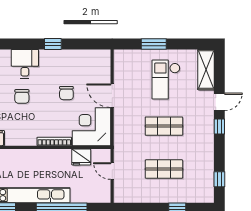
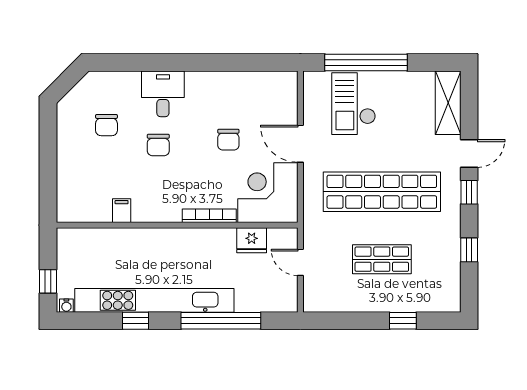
window: (53, 44) -> (207, 63), removed
window: (154, 44) -> (366, 63), width x2.11
checkout: (166, 80) -> (354, 104), moved
shop shelf: (164, 126) -> (382, 192), width x2.00, depth x1.36
window: (219, 179) -> (469, 250), moved

